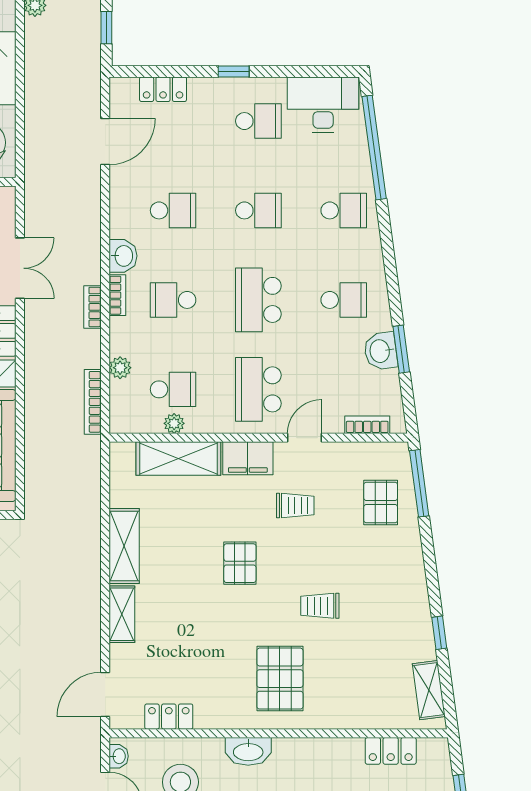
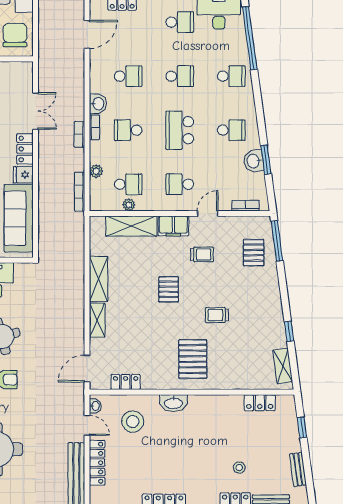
school desk: (258, 389) -> (180, 184), width x0.54

